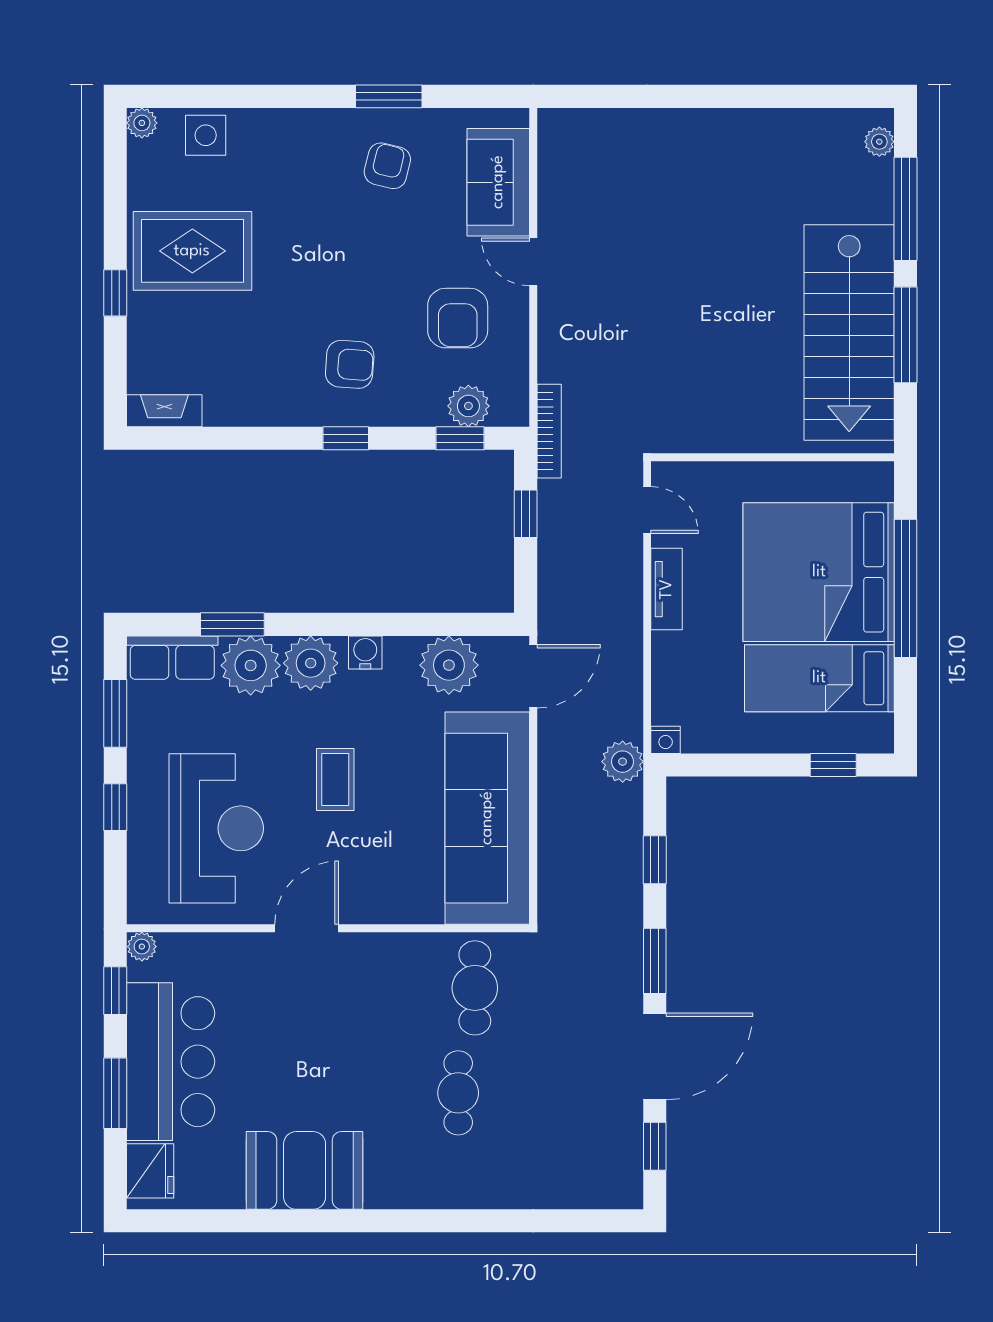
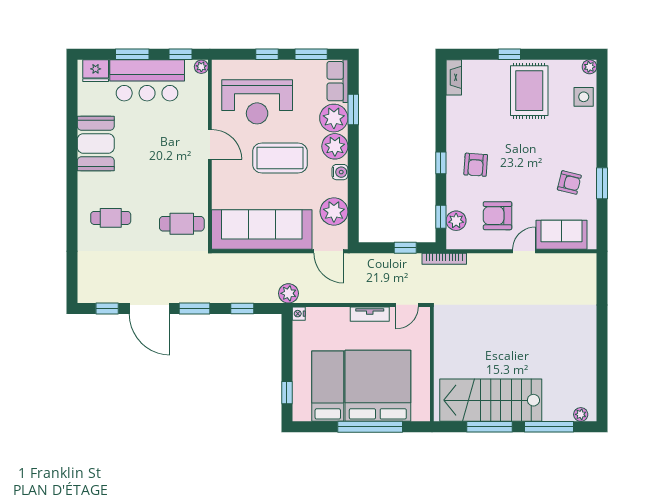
coffee table: (335, 780) -> (280, 158), width x1.86, depth x1.72
cafe table: (458, 1093) -> (111, 218), moved

